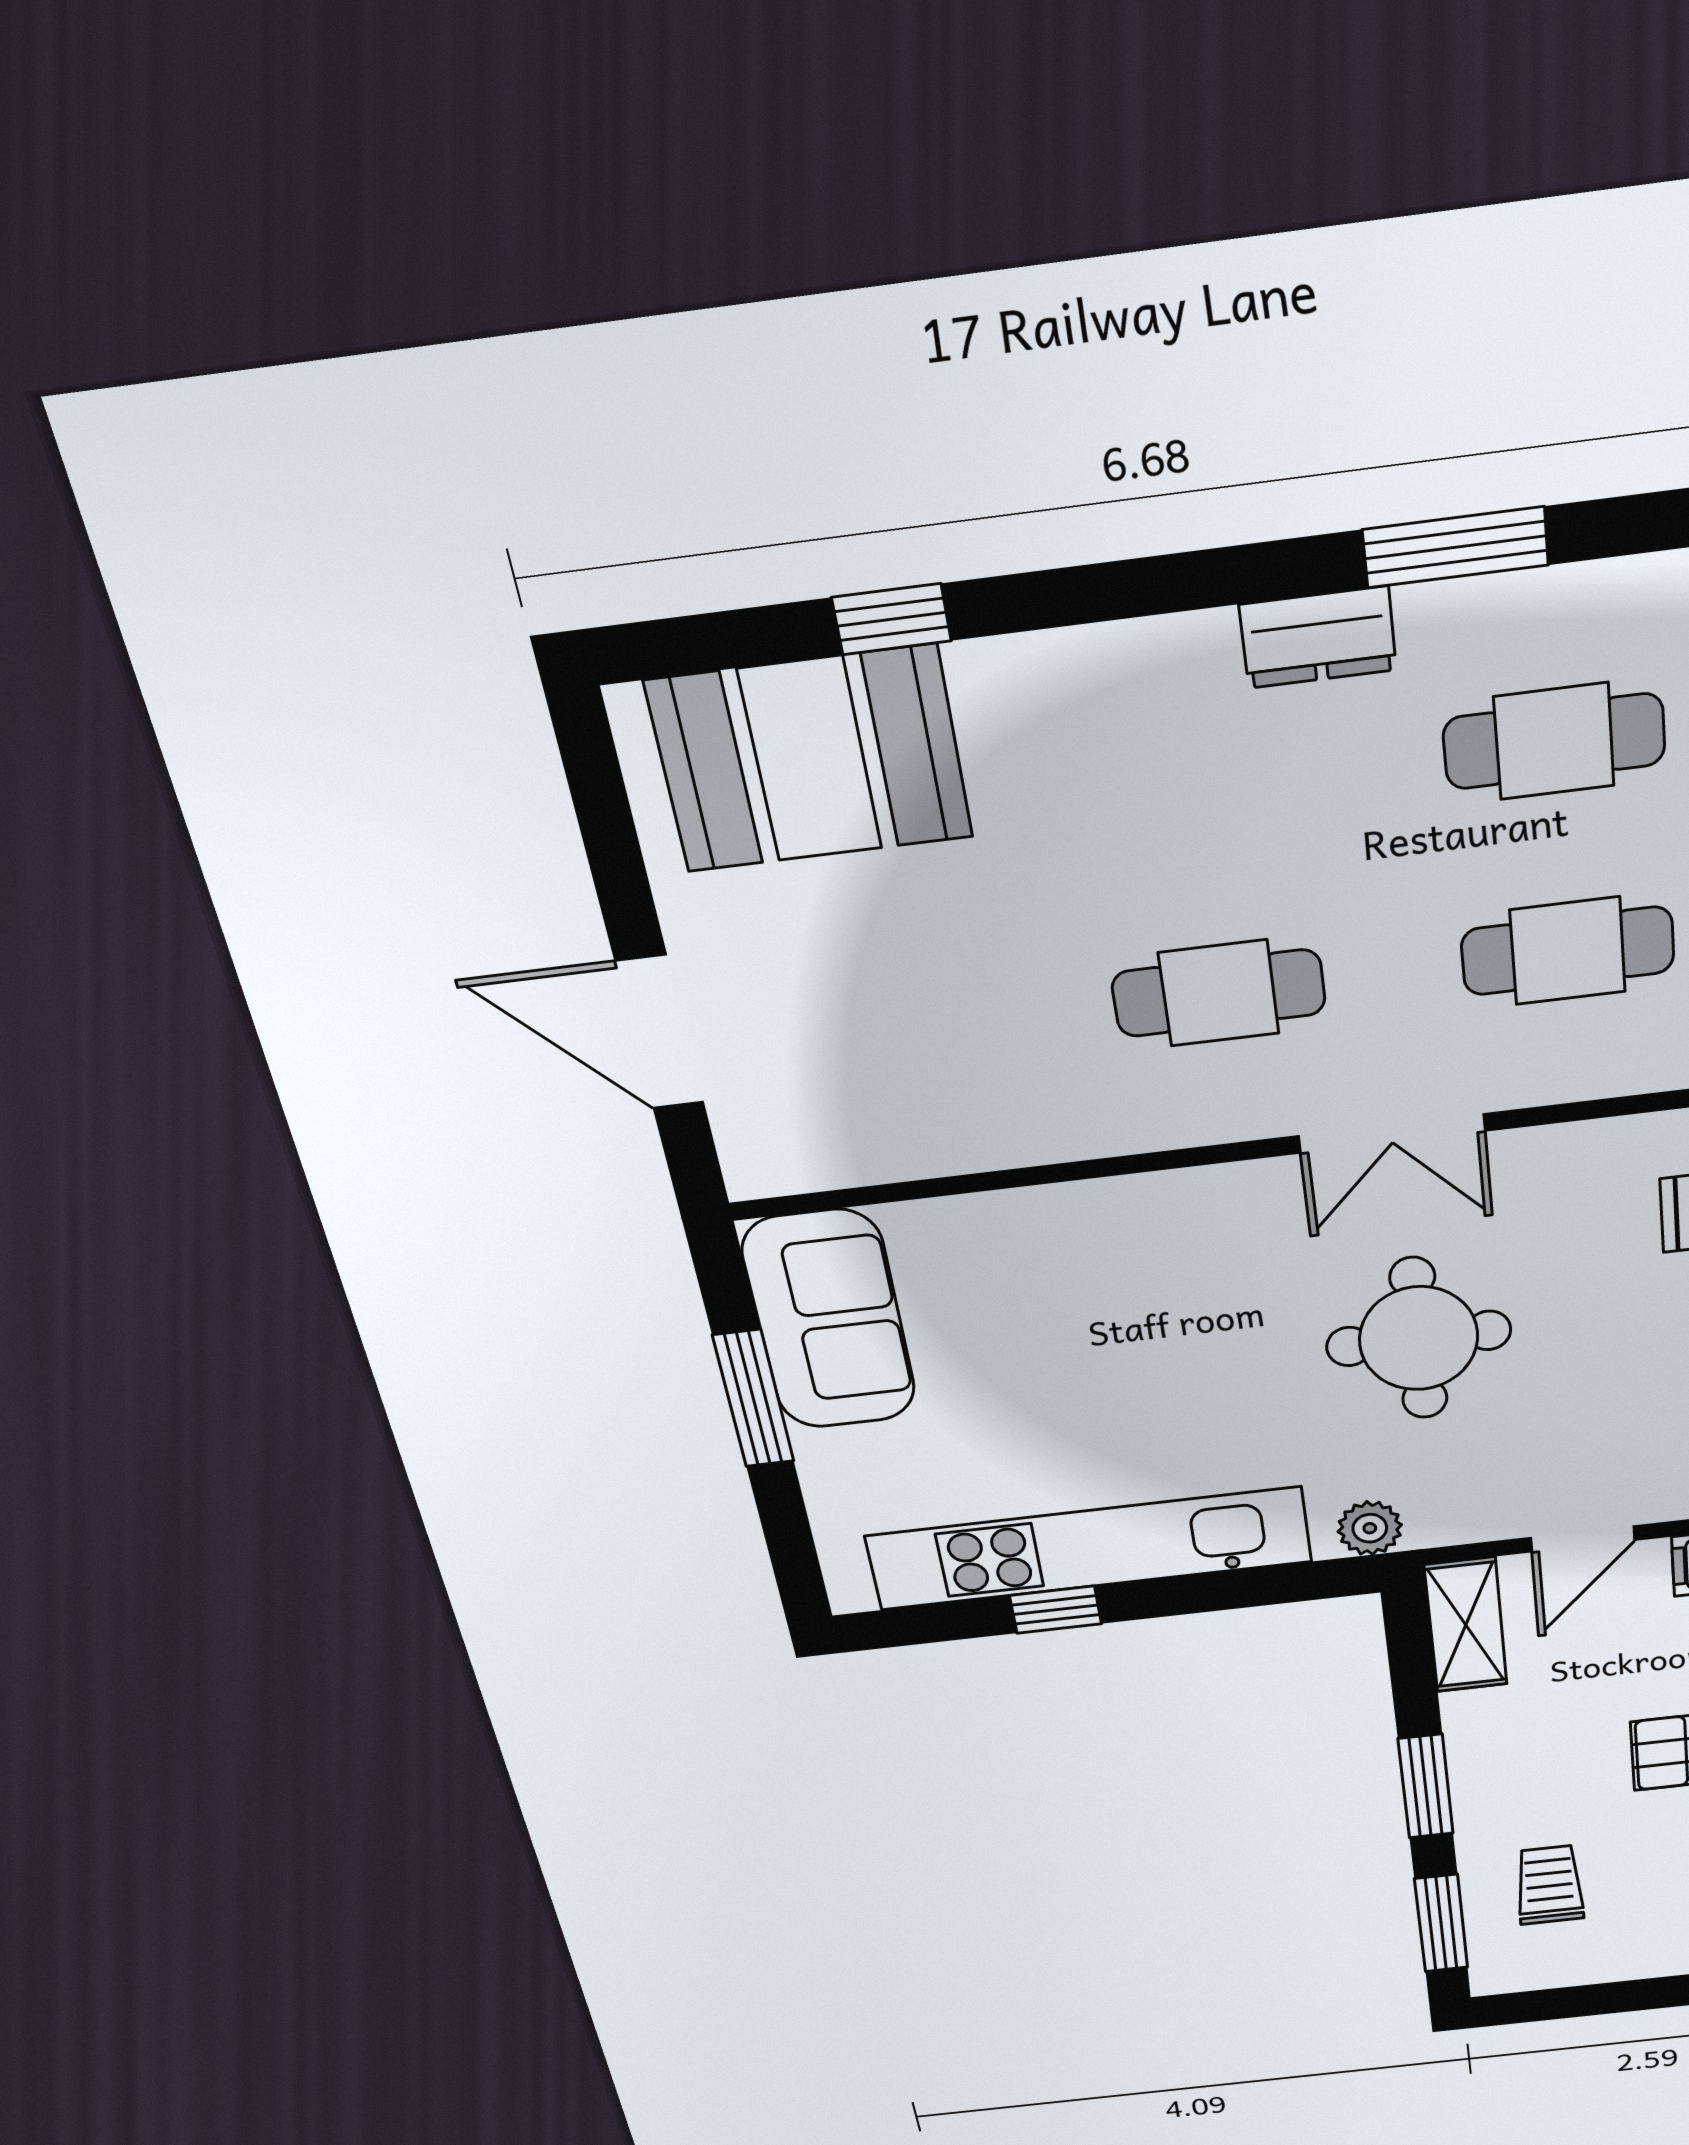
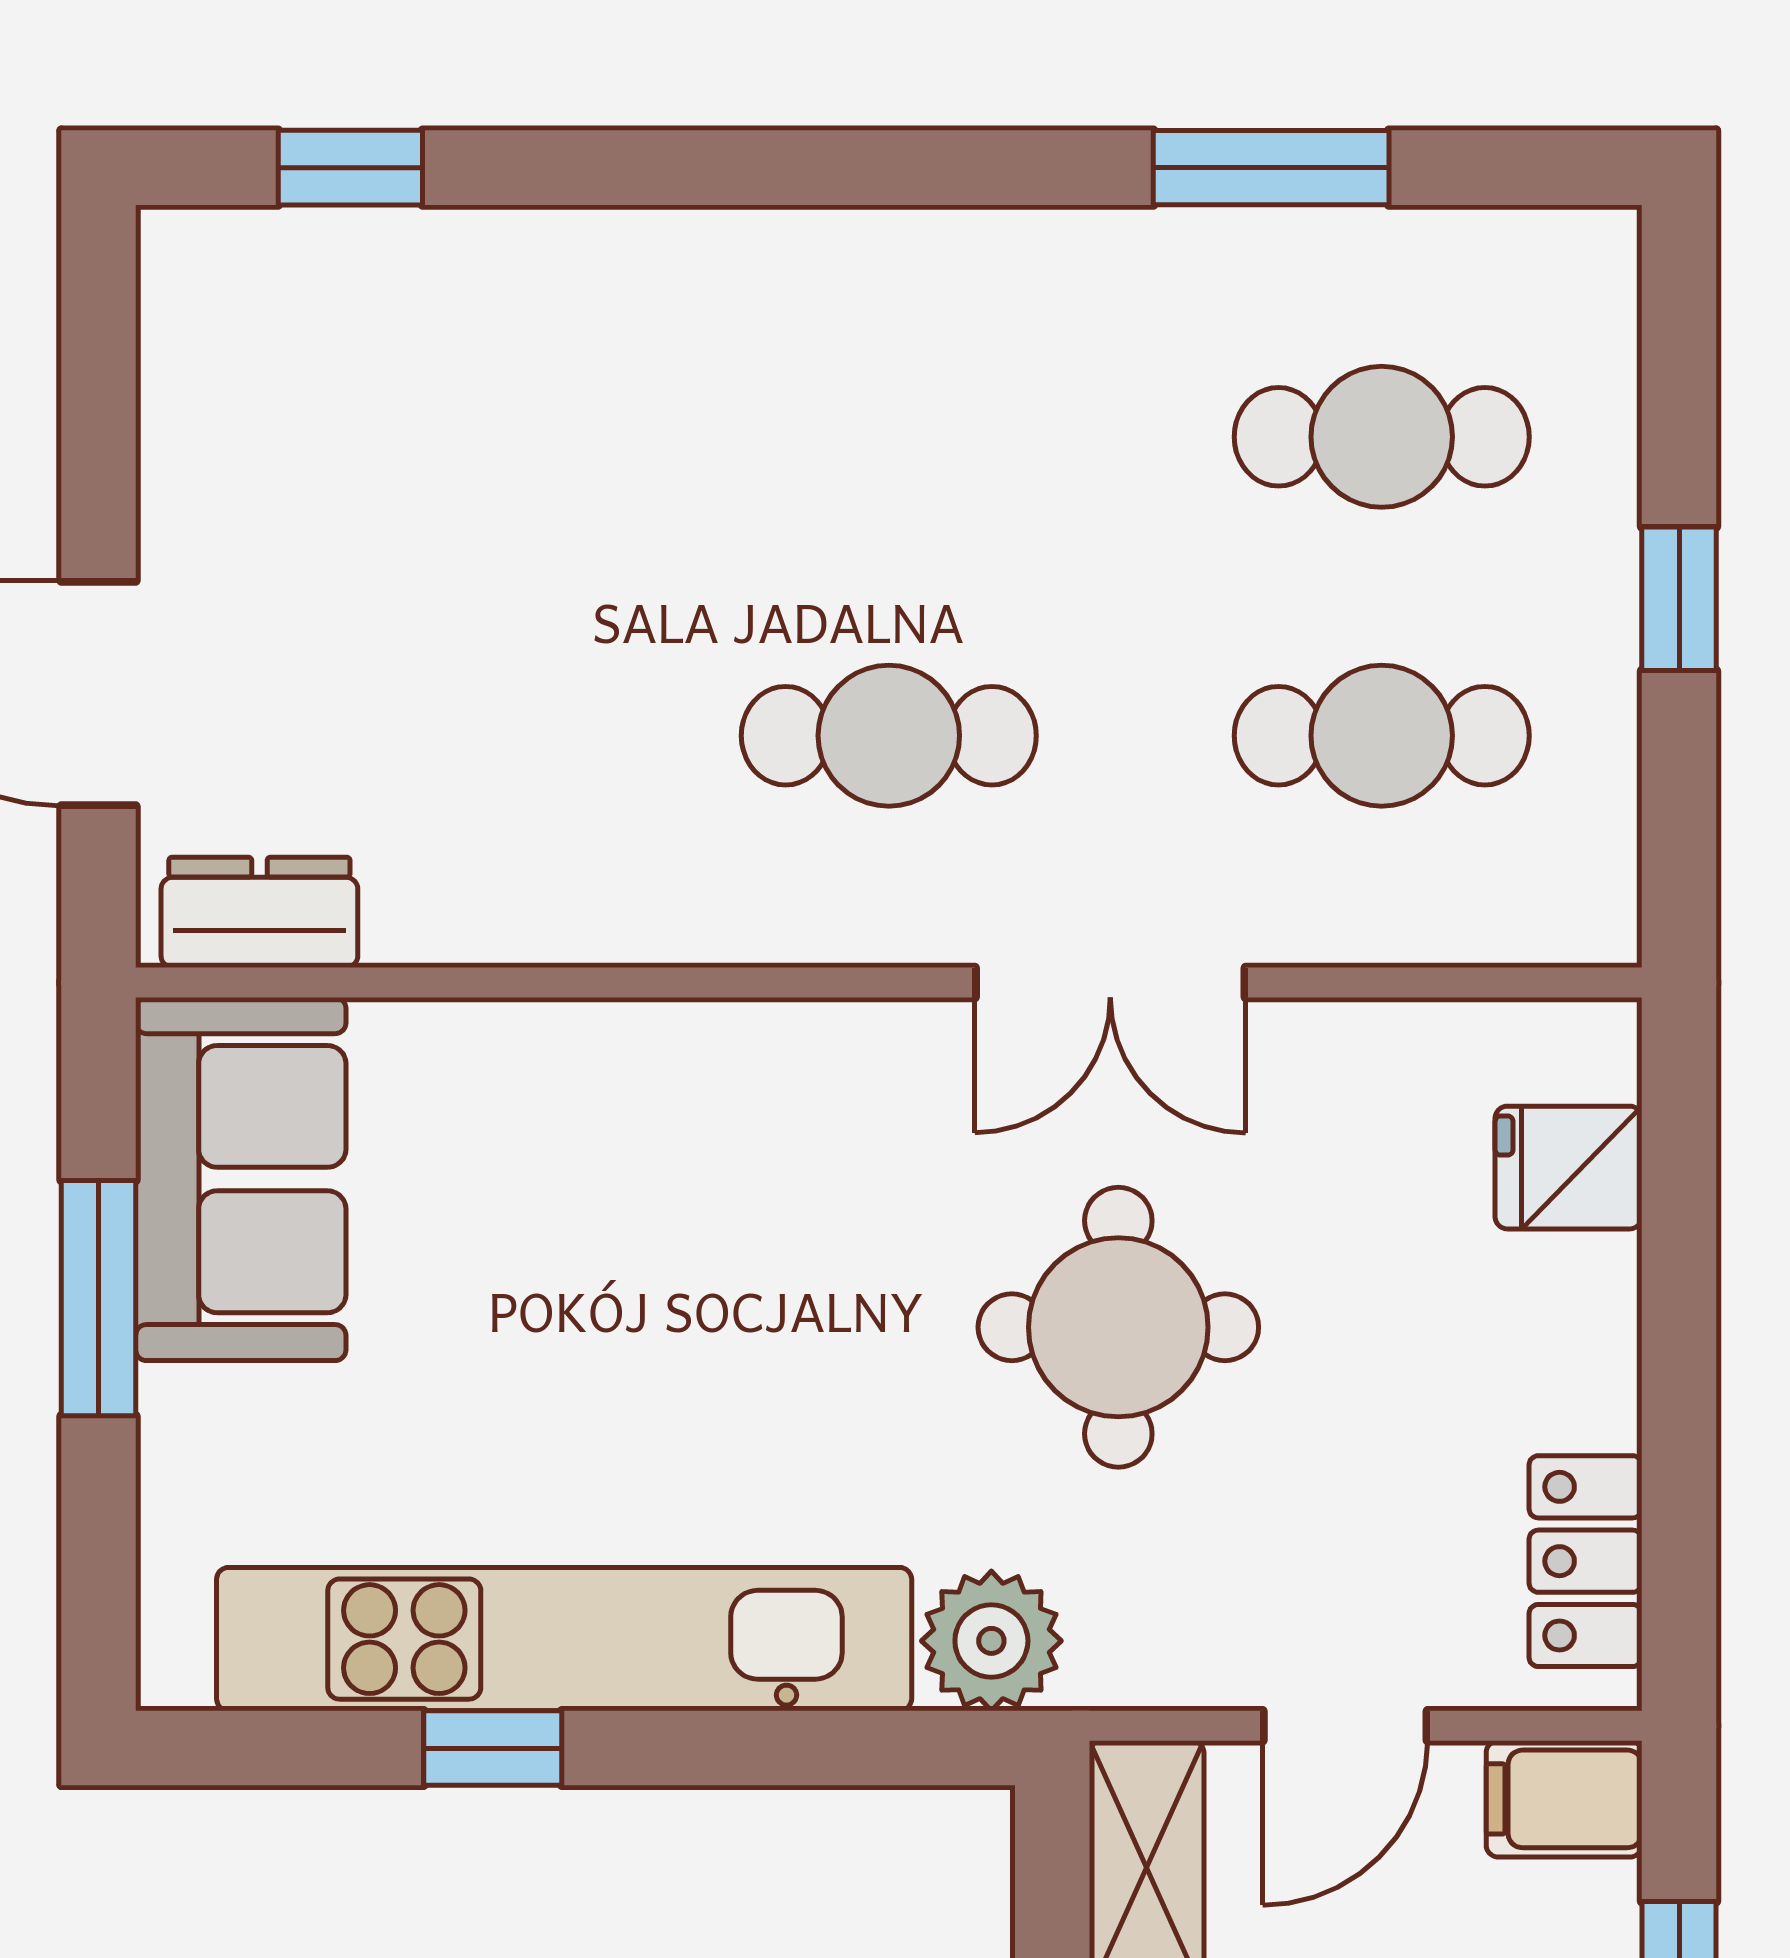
window: (892, 619) -> (350, 168), moved
dresser: (1318, 637) -> (259, 912), moved, turned 180
booth: (810, 759) -> (389, 336), removed
plant: (1370, 1528) -> (991, 1641), width x1.38, depth x1.38

